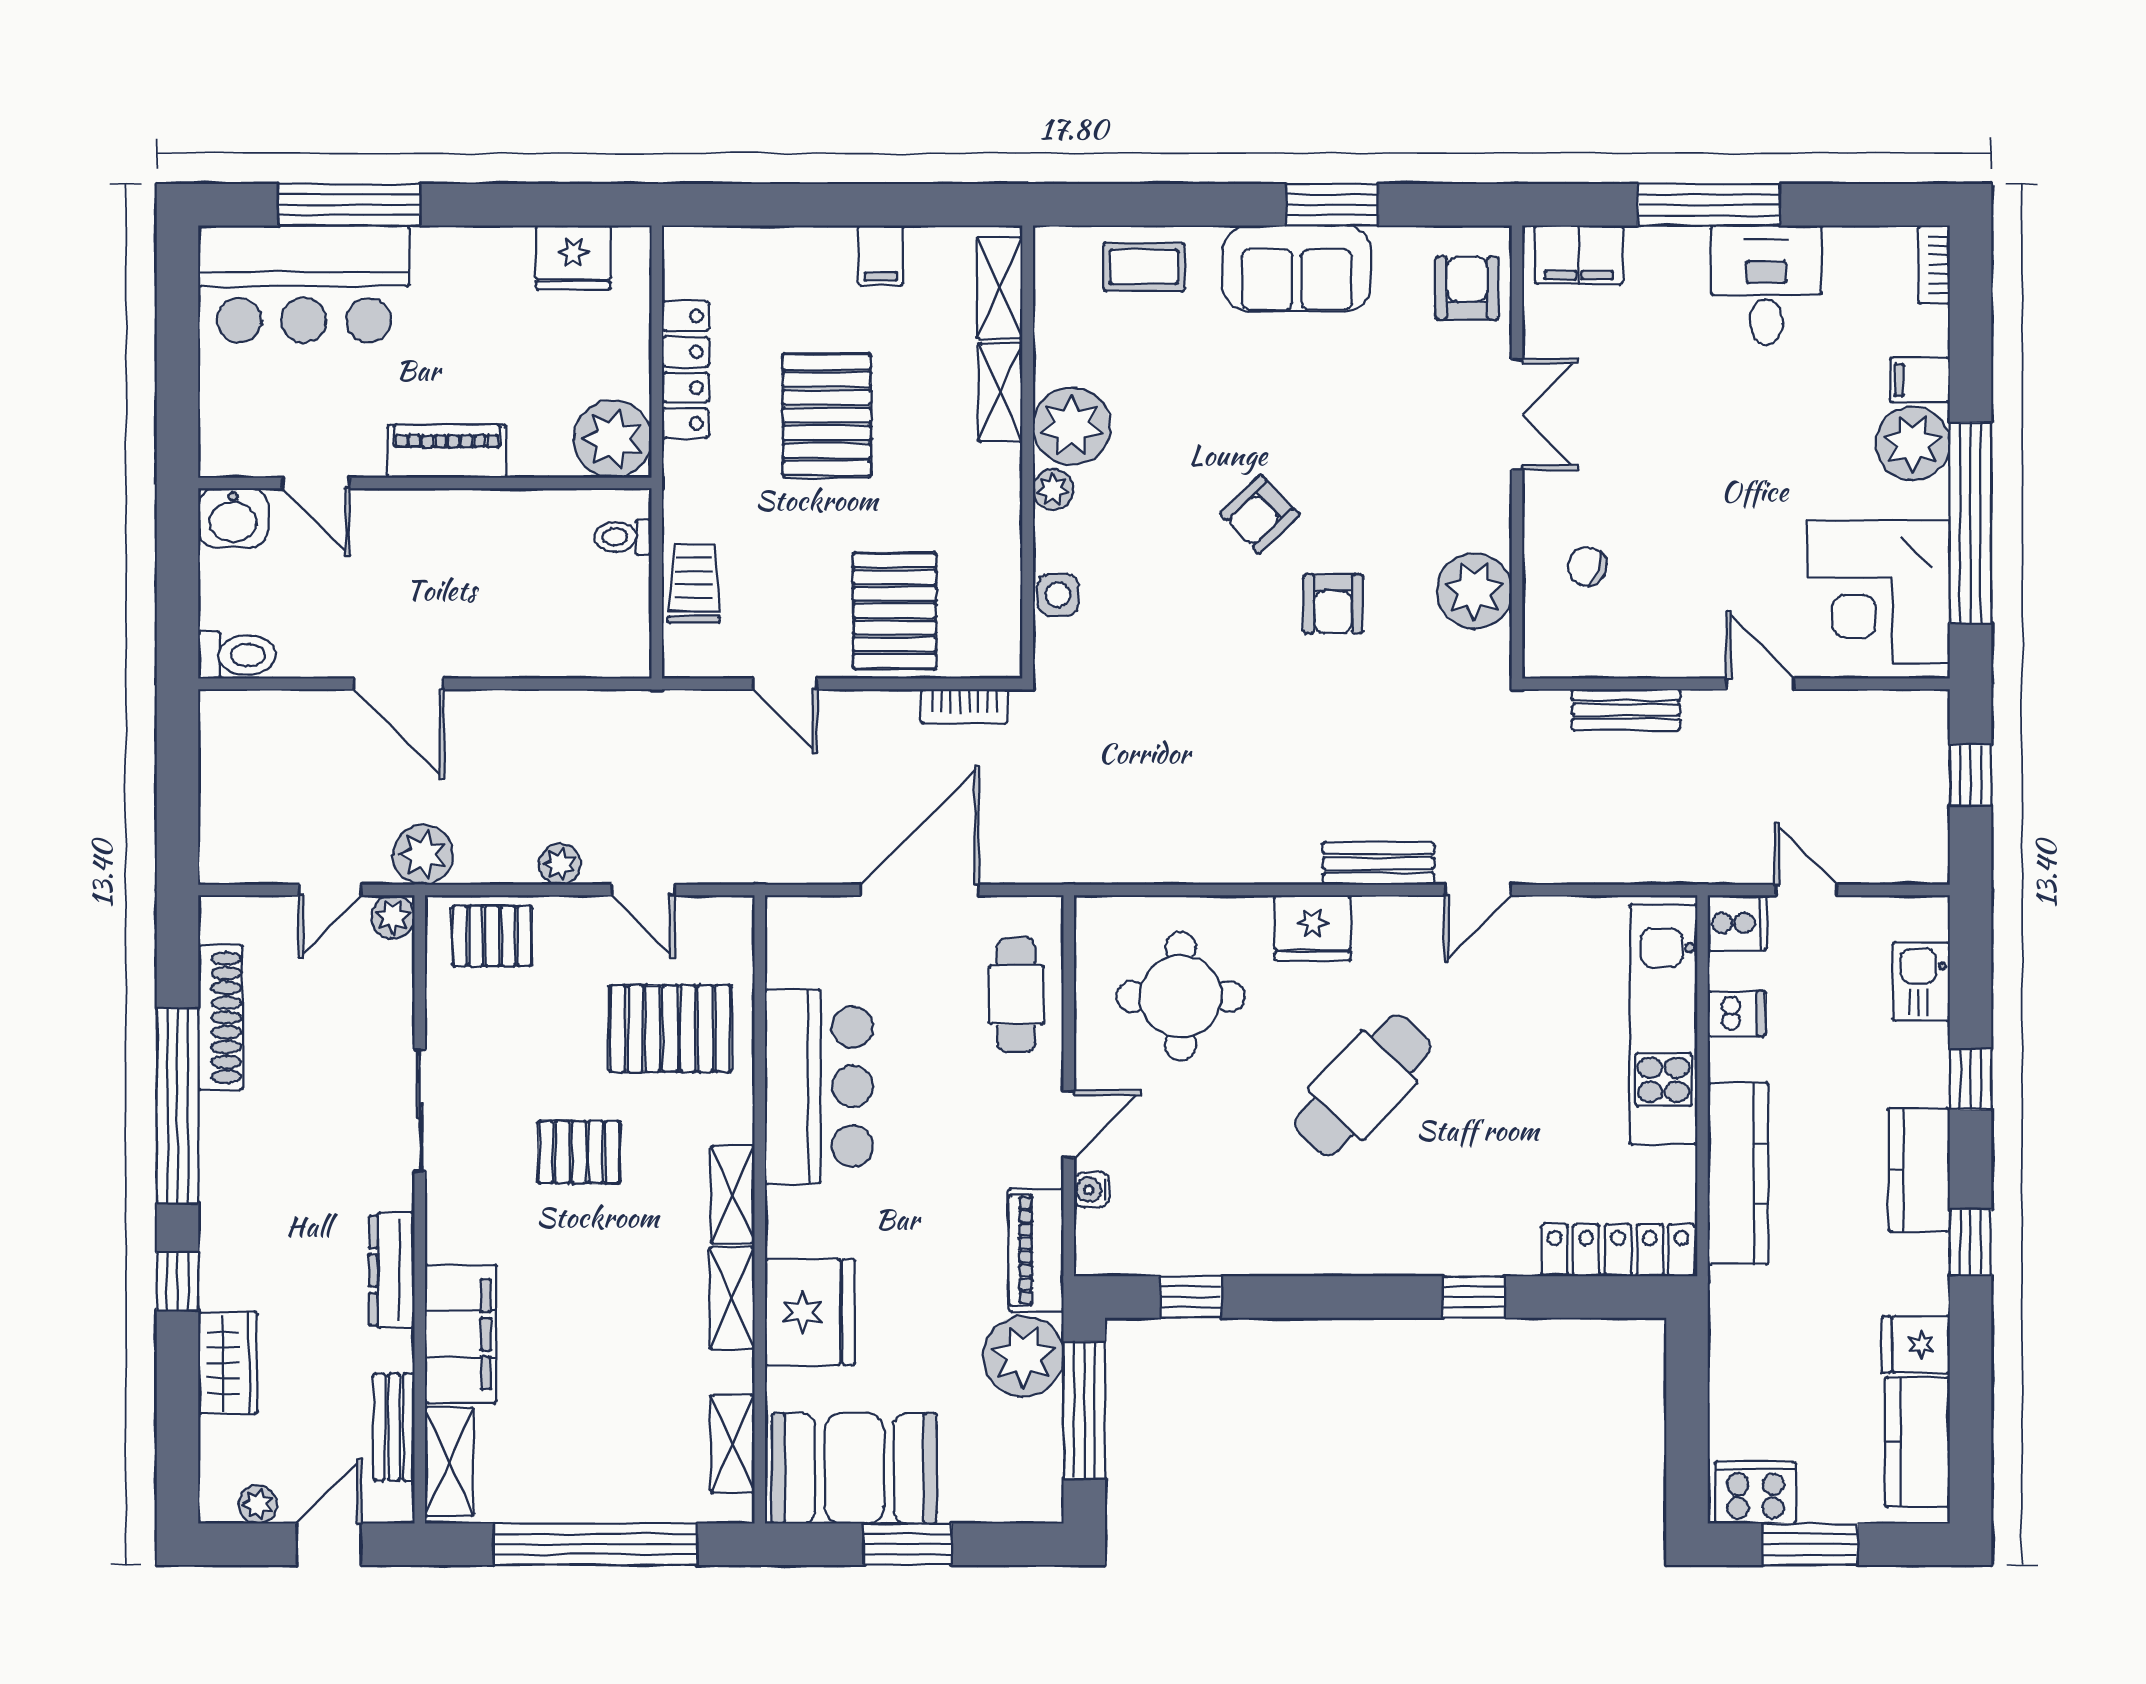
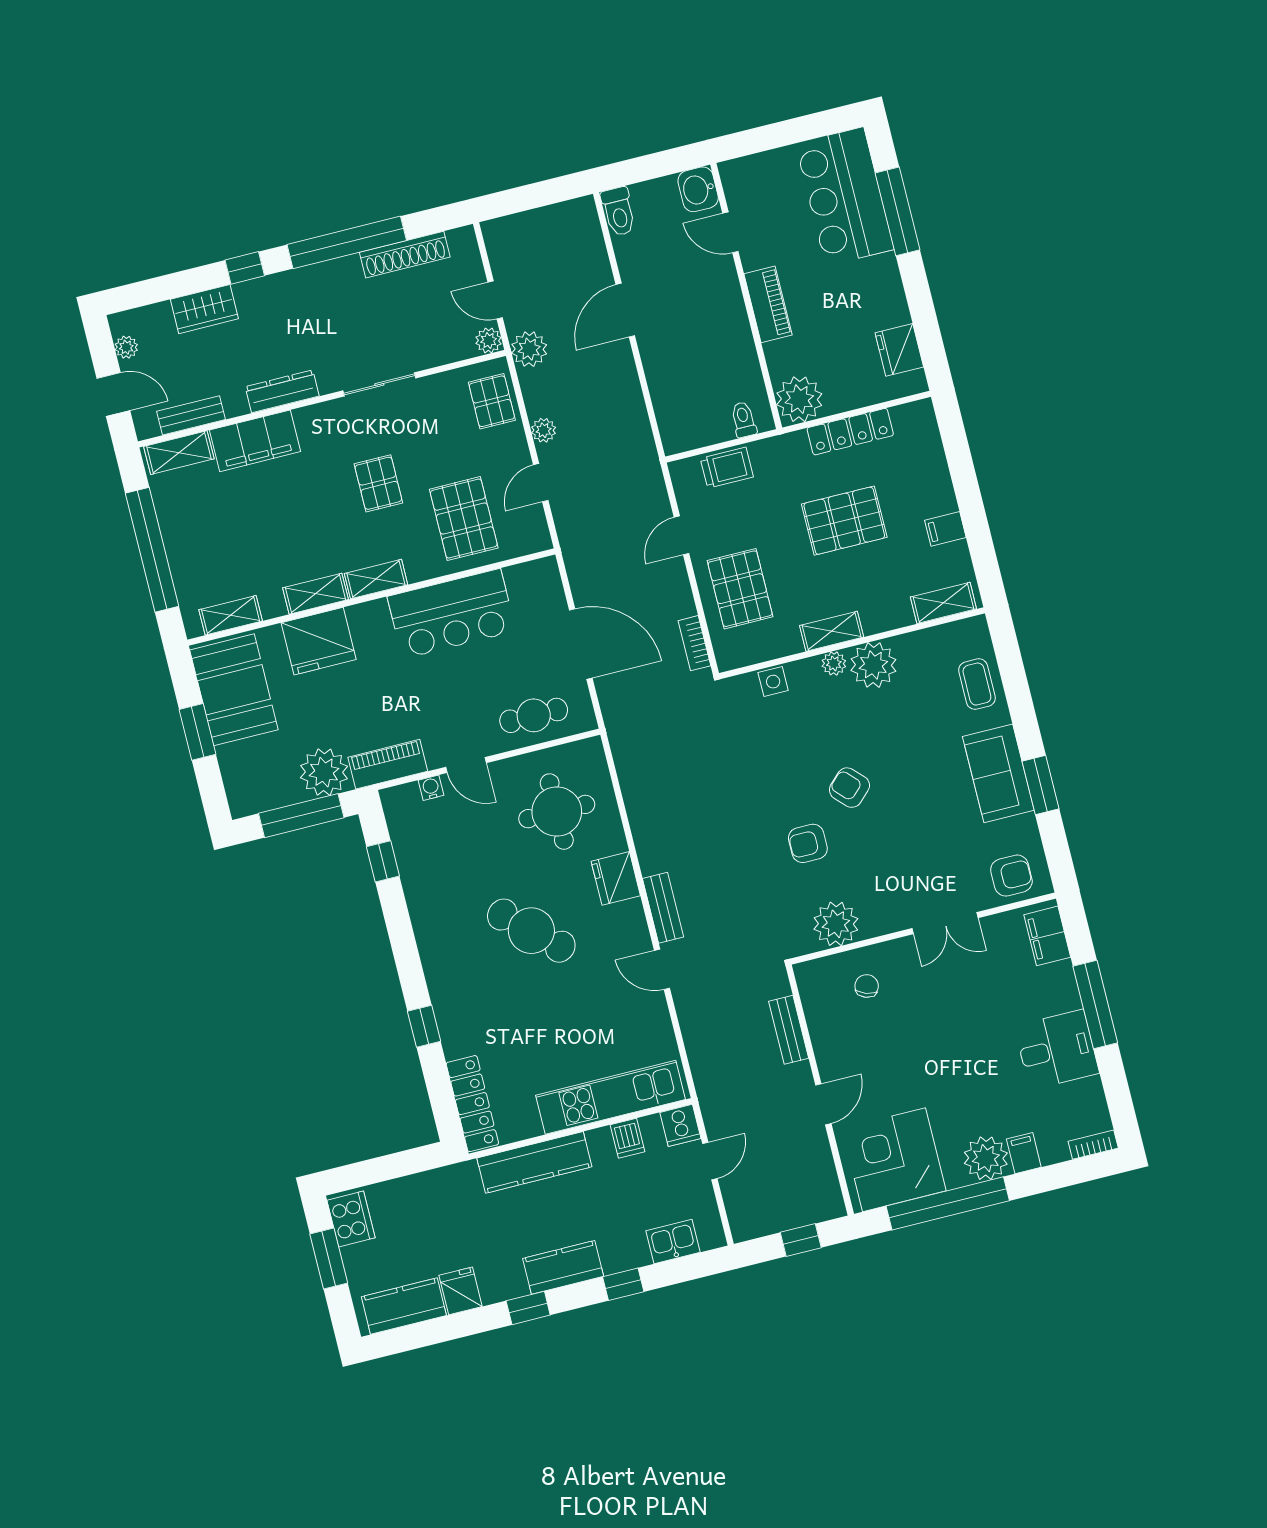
shelving: (1000, 392) -> (832, 631), moved
door: (316, 483) -> (730, 232), hinge flipped
pallet: (895, 611) -> (740, 589), turned 90

